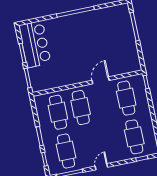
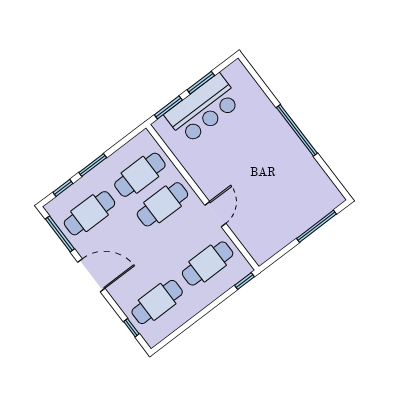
bar counter: (35, 44) -> (203, 109), moved
door: (101, 80) -> (215, 214), hinge flipped
door: (101, 167) -> (91, 275), width x1.87

